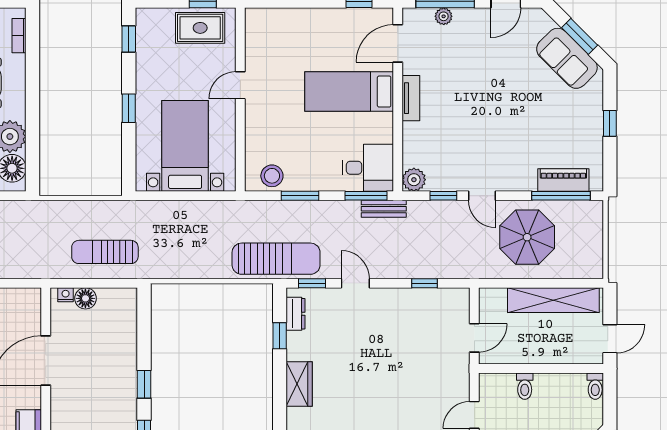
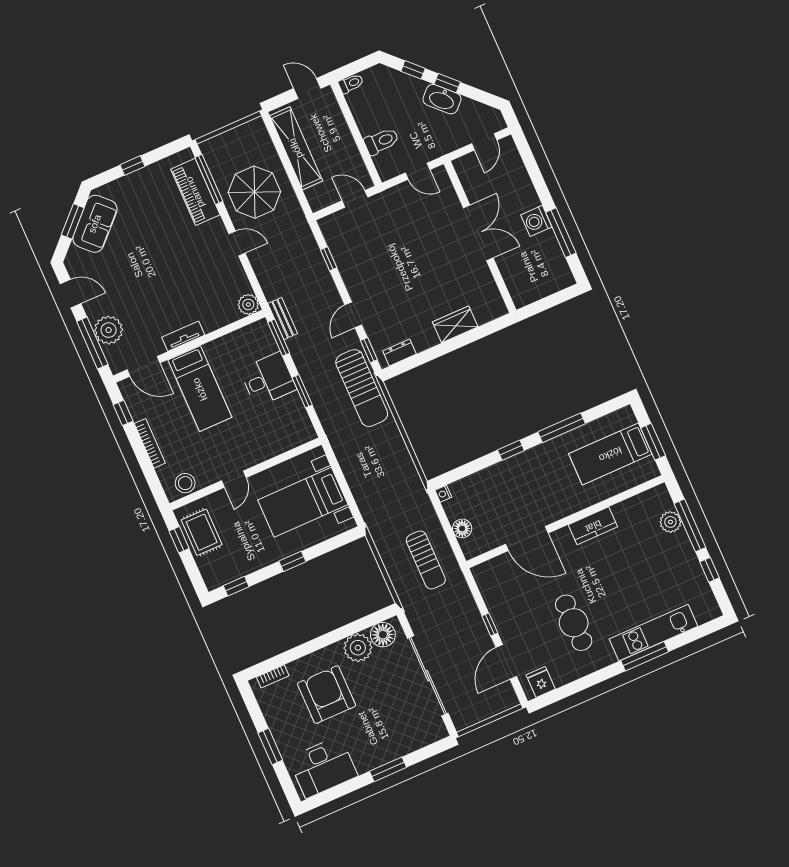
bookcase: (315, 15) -> (150, 443), added
plant: (444, 16) -> (109, 330), width x1.88, depth x1.88
door: (240, 85) -> (234, 479), hinge flipped
desk: (368, 168) -> (268, 379), moved, turned 90
stool: (272, 176) -> (185, 483), moved
piano: (563, 180) -> (195, 192), width x1.37, depth x1.33
window: (443, 196) -> (251, 275), removed
door: (482, 196) -> (237, 243), hinge flipped
sun lounger: (105, 252) -> (426, 560), moved
sun lounger: (276, 259) -> (362, 388), turned 180
nightstand: (66, 295) -> (443, 494), moved
window: (280, 336) -> (423, 358), removed
toilet: (525, 386) -> (381, 141), width x1.37, depth x1.39

